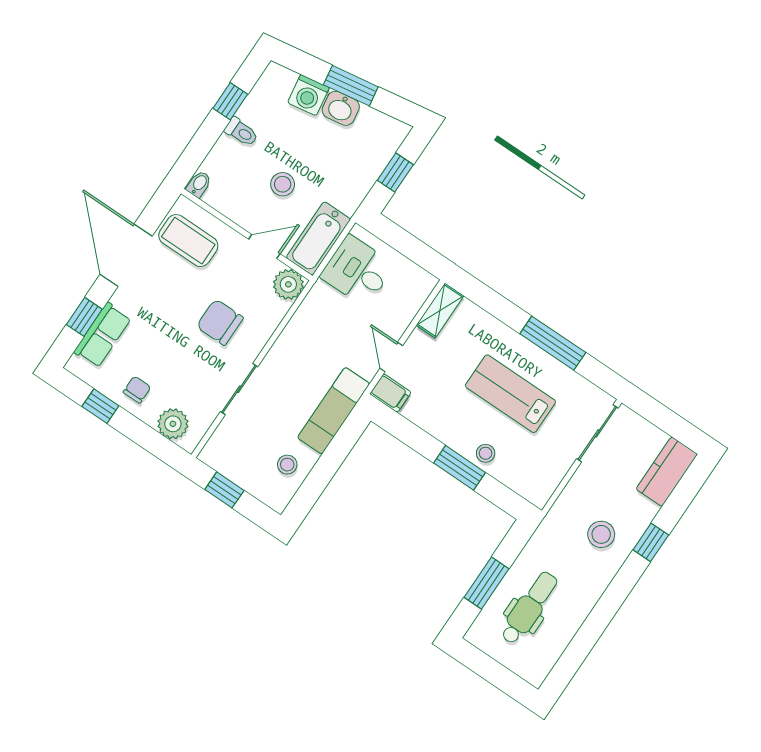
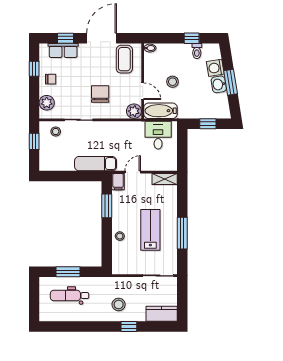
toilet: (241, 132) -> (197, 51), moved
stool: (287, 465) -> (56, 131), moved
window: (460, 468) -> (107, 206), moved
dental chair: (529, 608) -> (70, 296), turned 180

